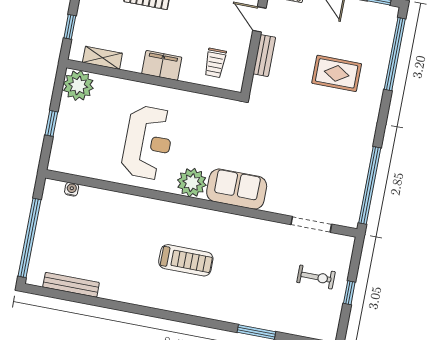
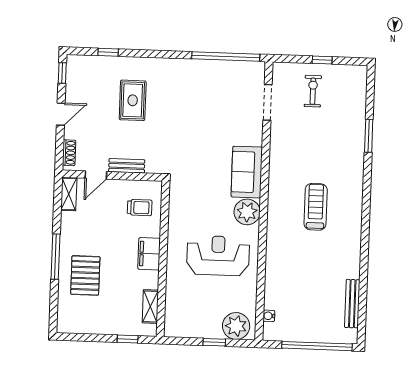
window: (395, 54) -> (108, 52), width x0.32
plant: (78, 85) -> (236, 326), moved

